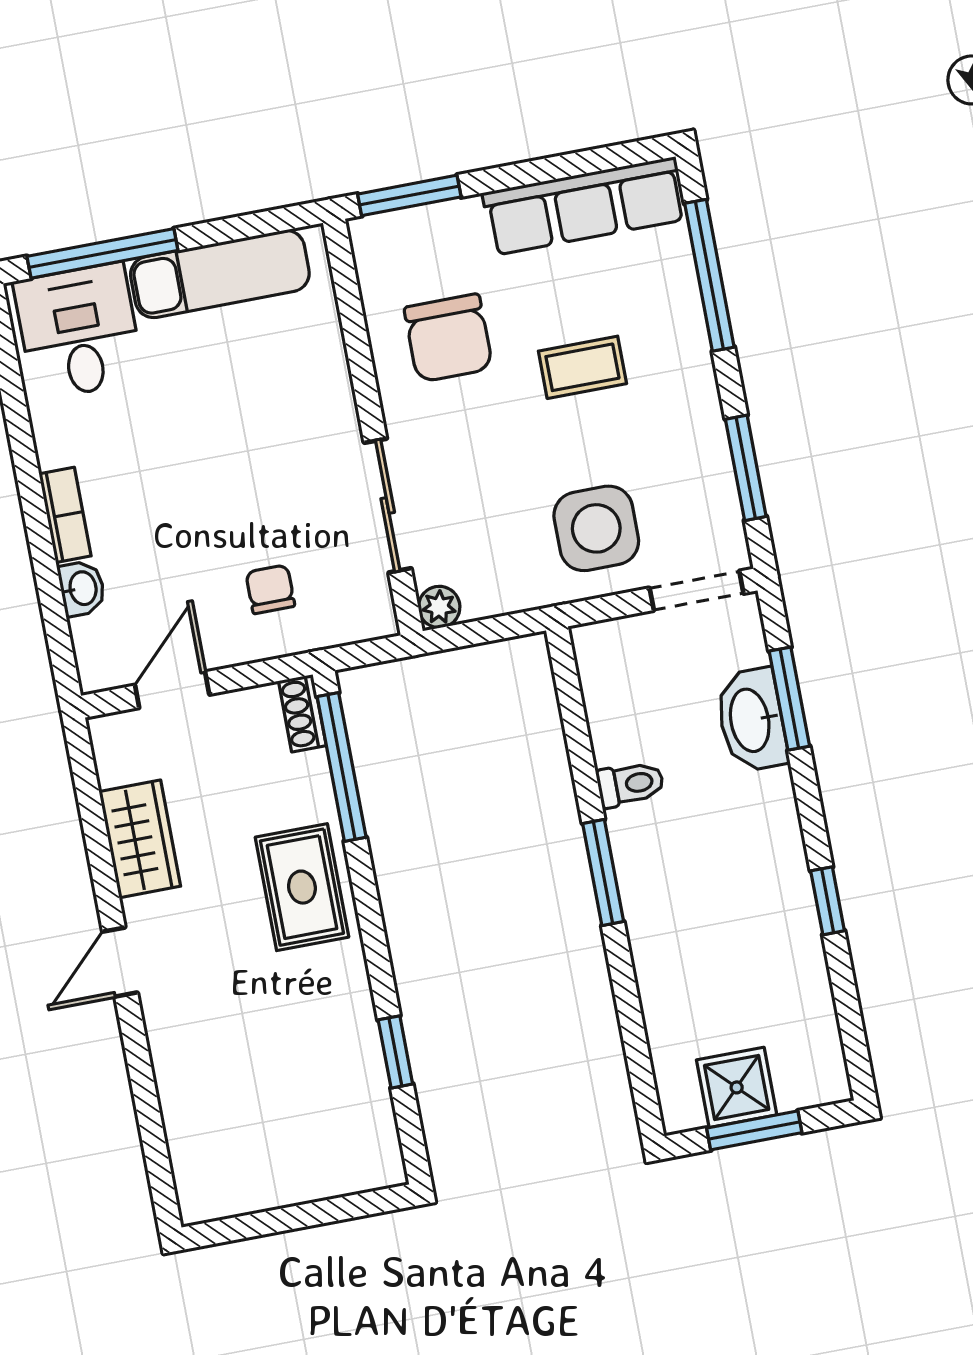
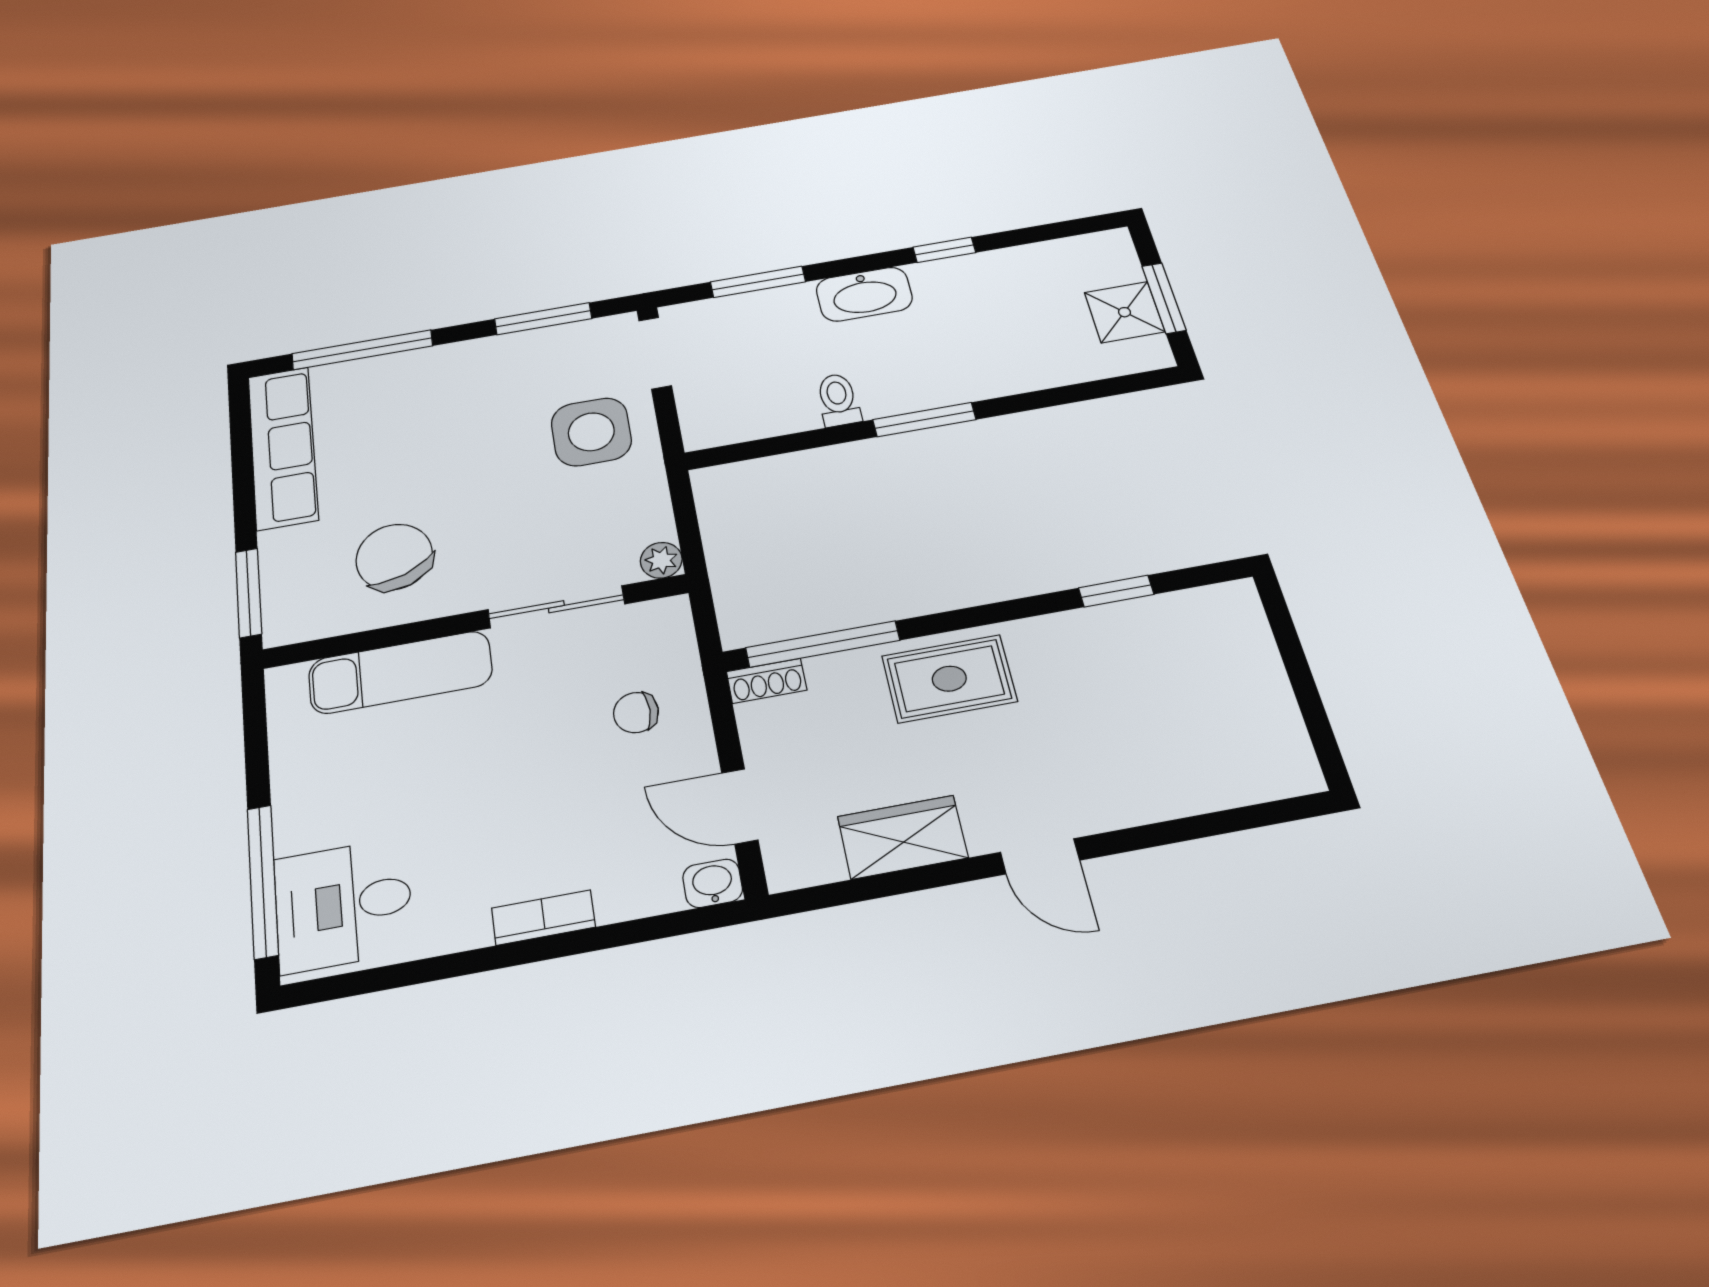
exam couch: (220, 274) -> (400, 672), moved, turned 90
chair: (448, 338) -> (394, 557), turned -111
coffee table: (582, 367) -> (436, 446), removed
washbasin: (82, 588) -> (713, 883), moved
washbasin: (751, 720) -> (864, 294), moved

